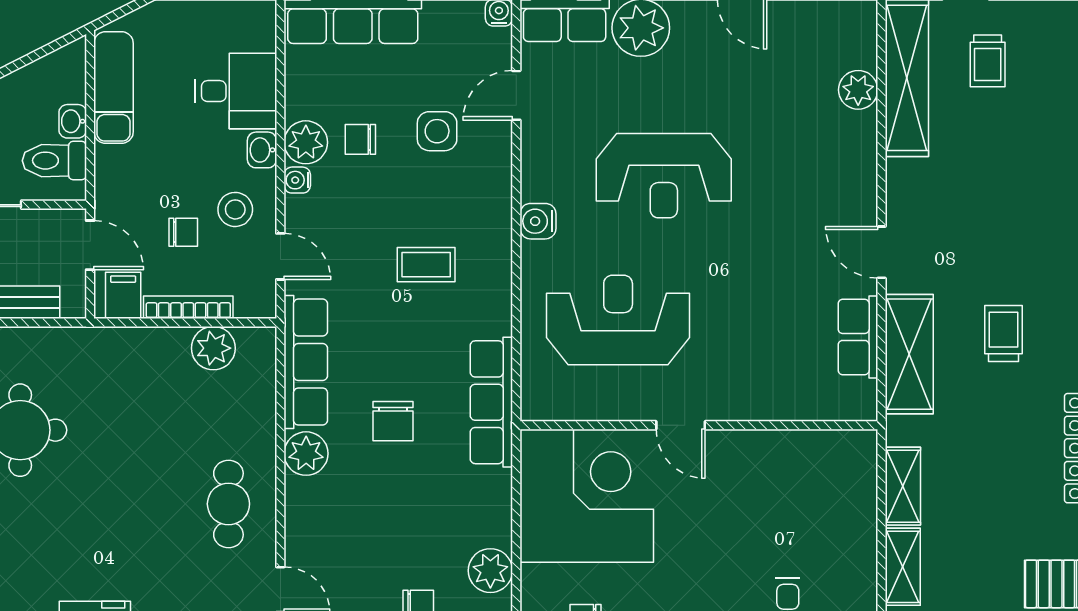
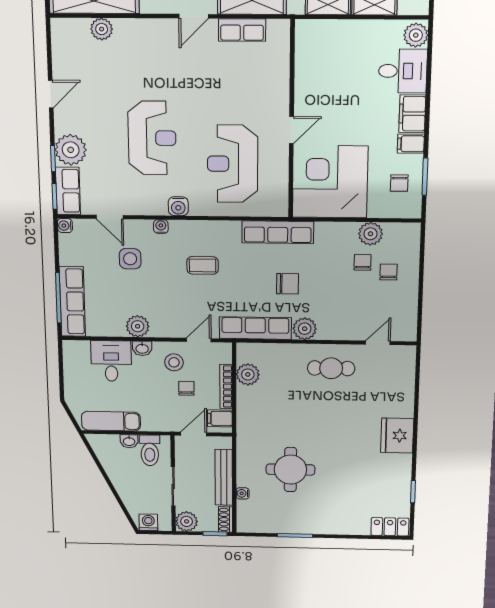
chair: (360, 139) -> (363, 262), moved, turned 180
water cooler: (297, 180) -> (161, 226), moved, turned 180
coffee table: (426, 265) -> (203, 265), turned 90

